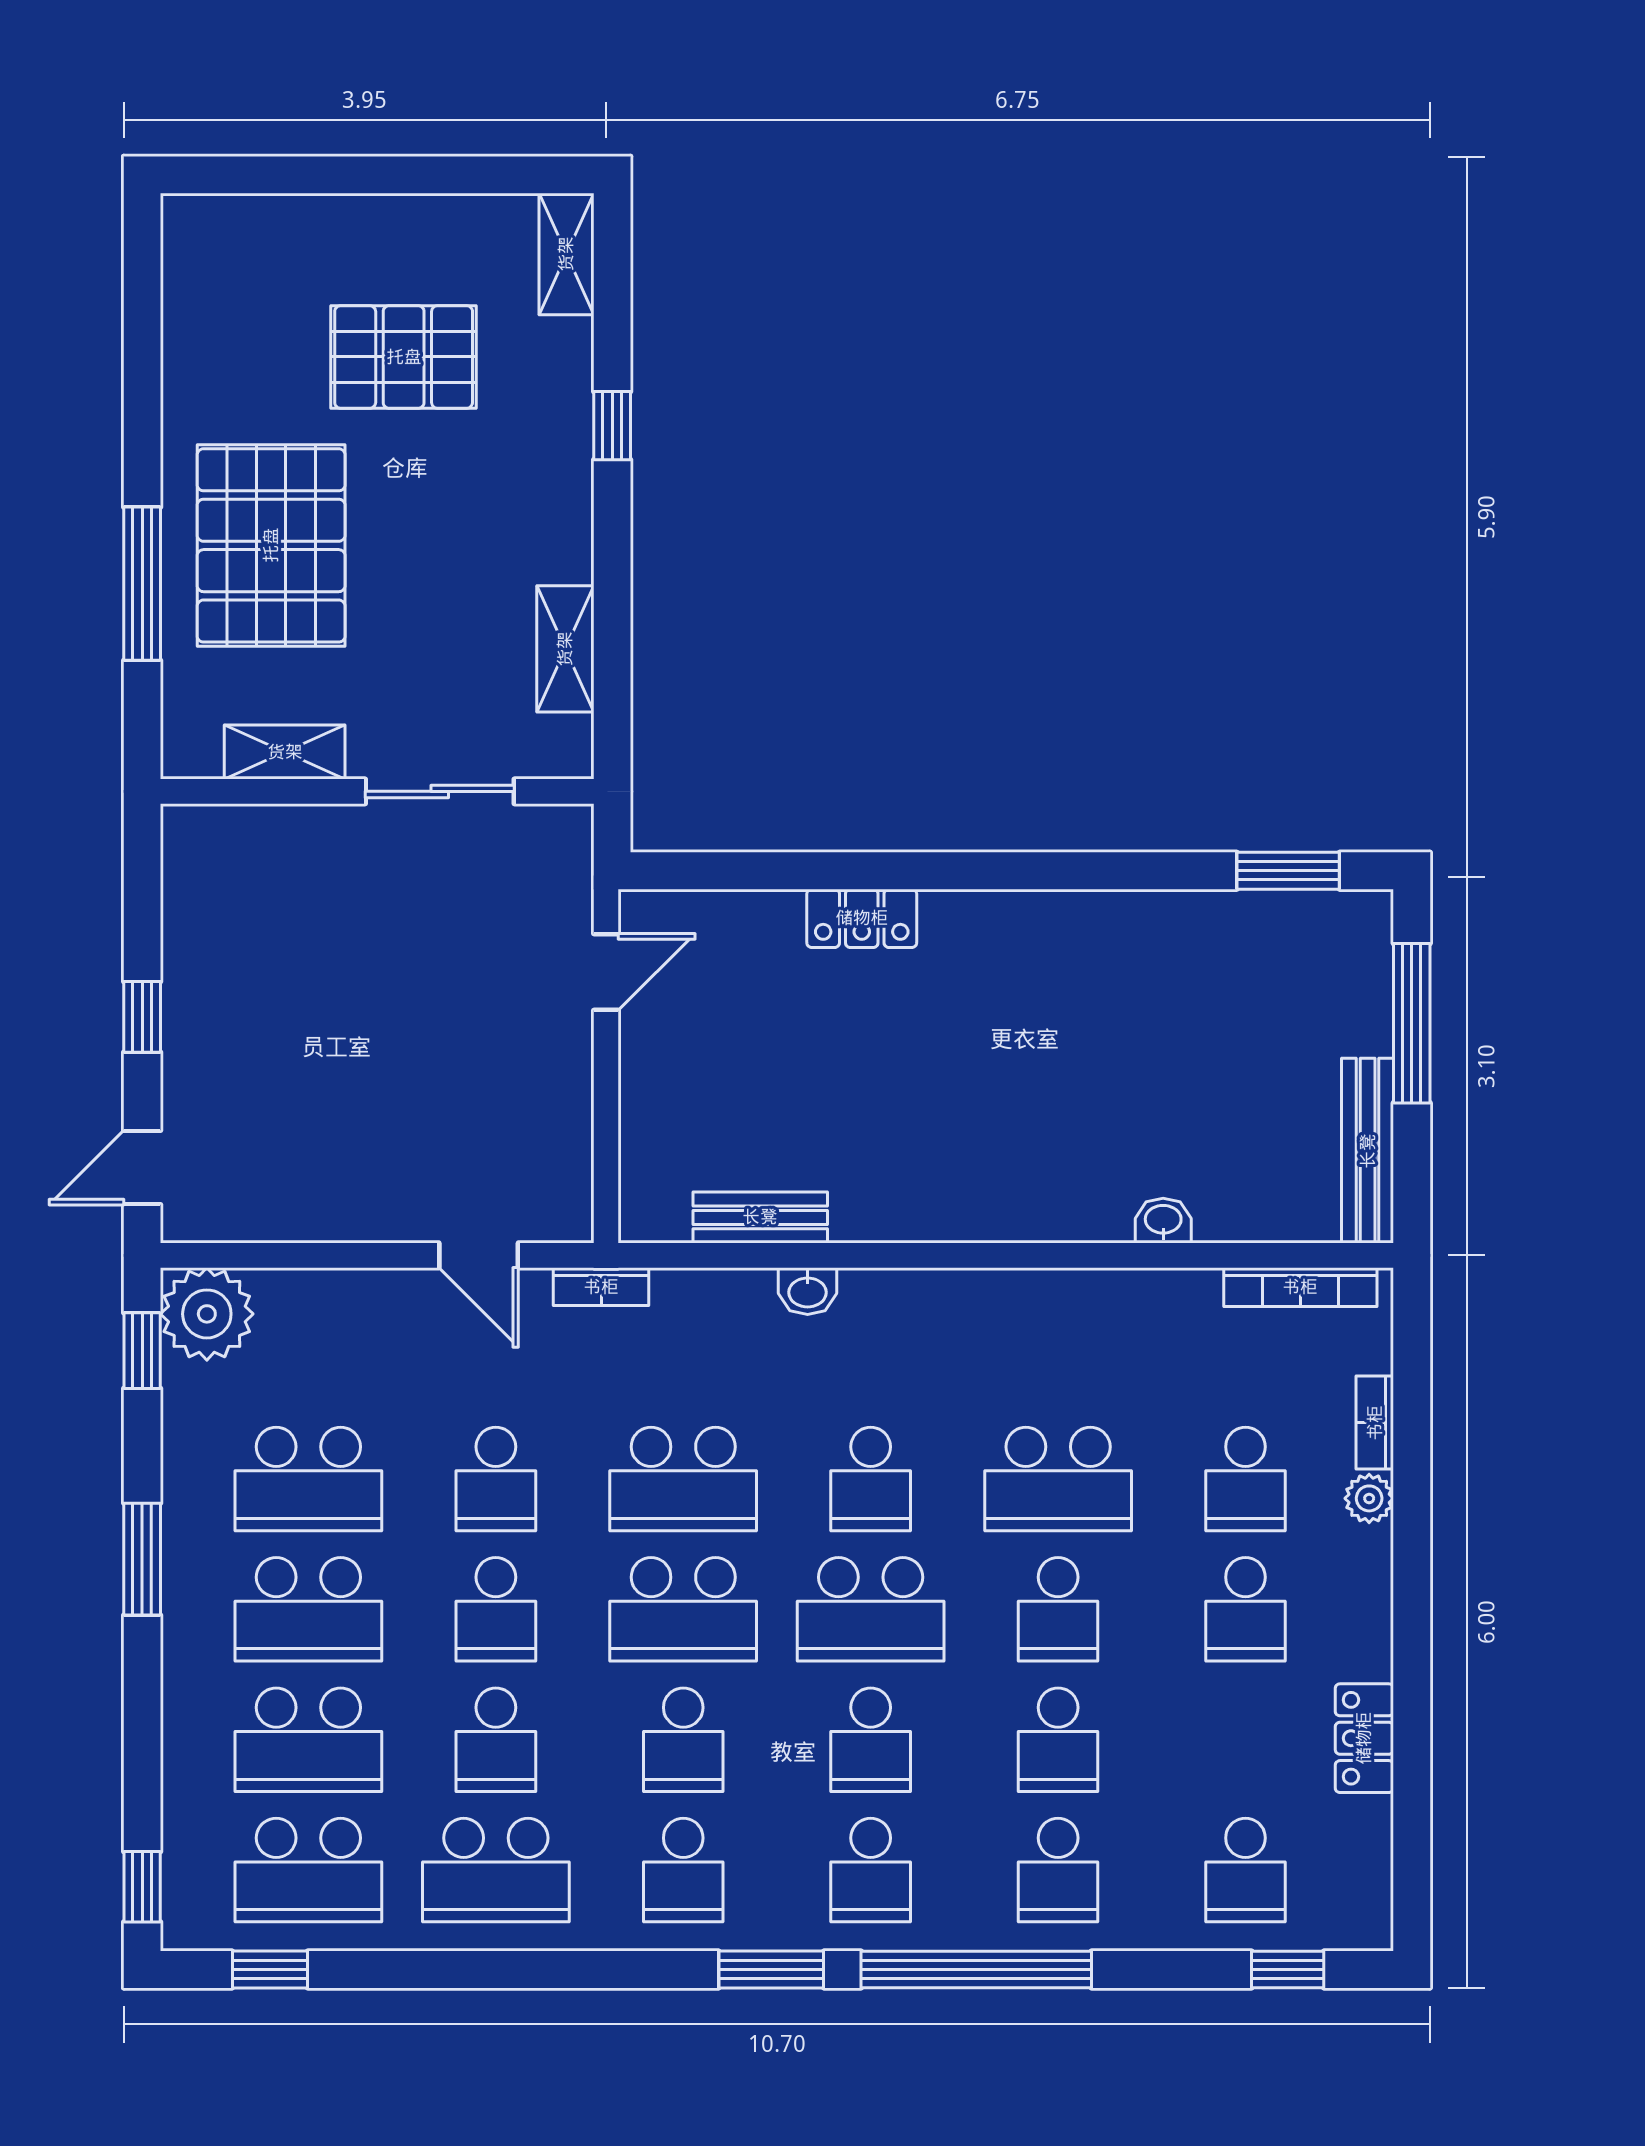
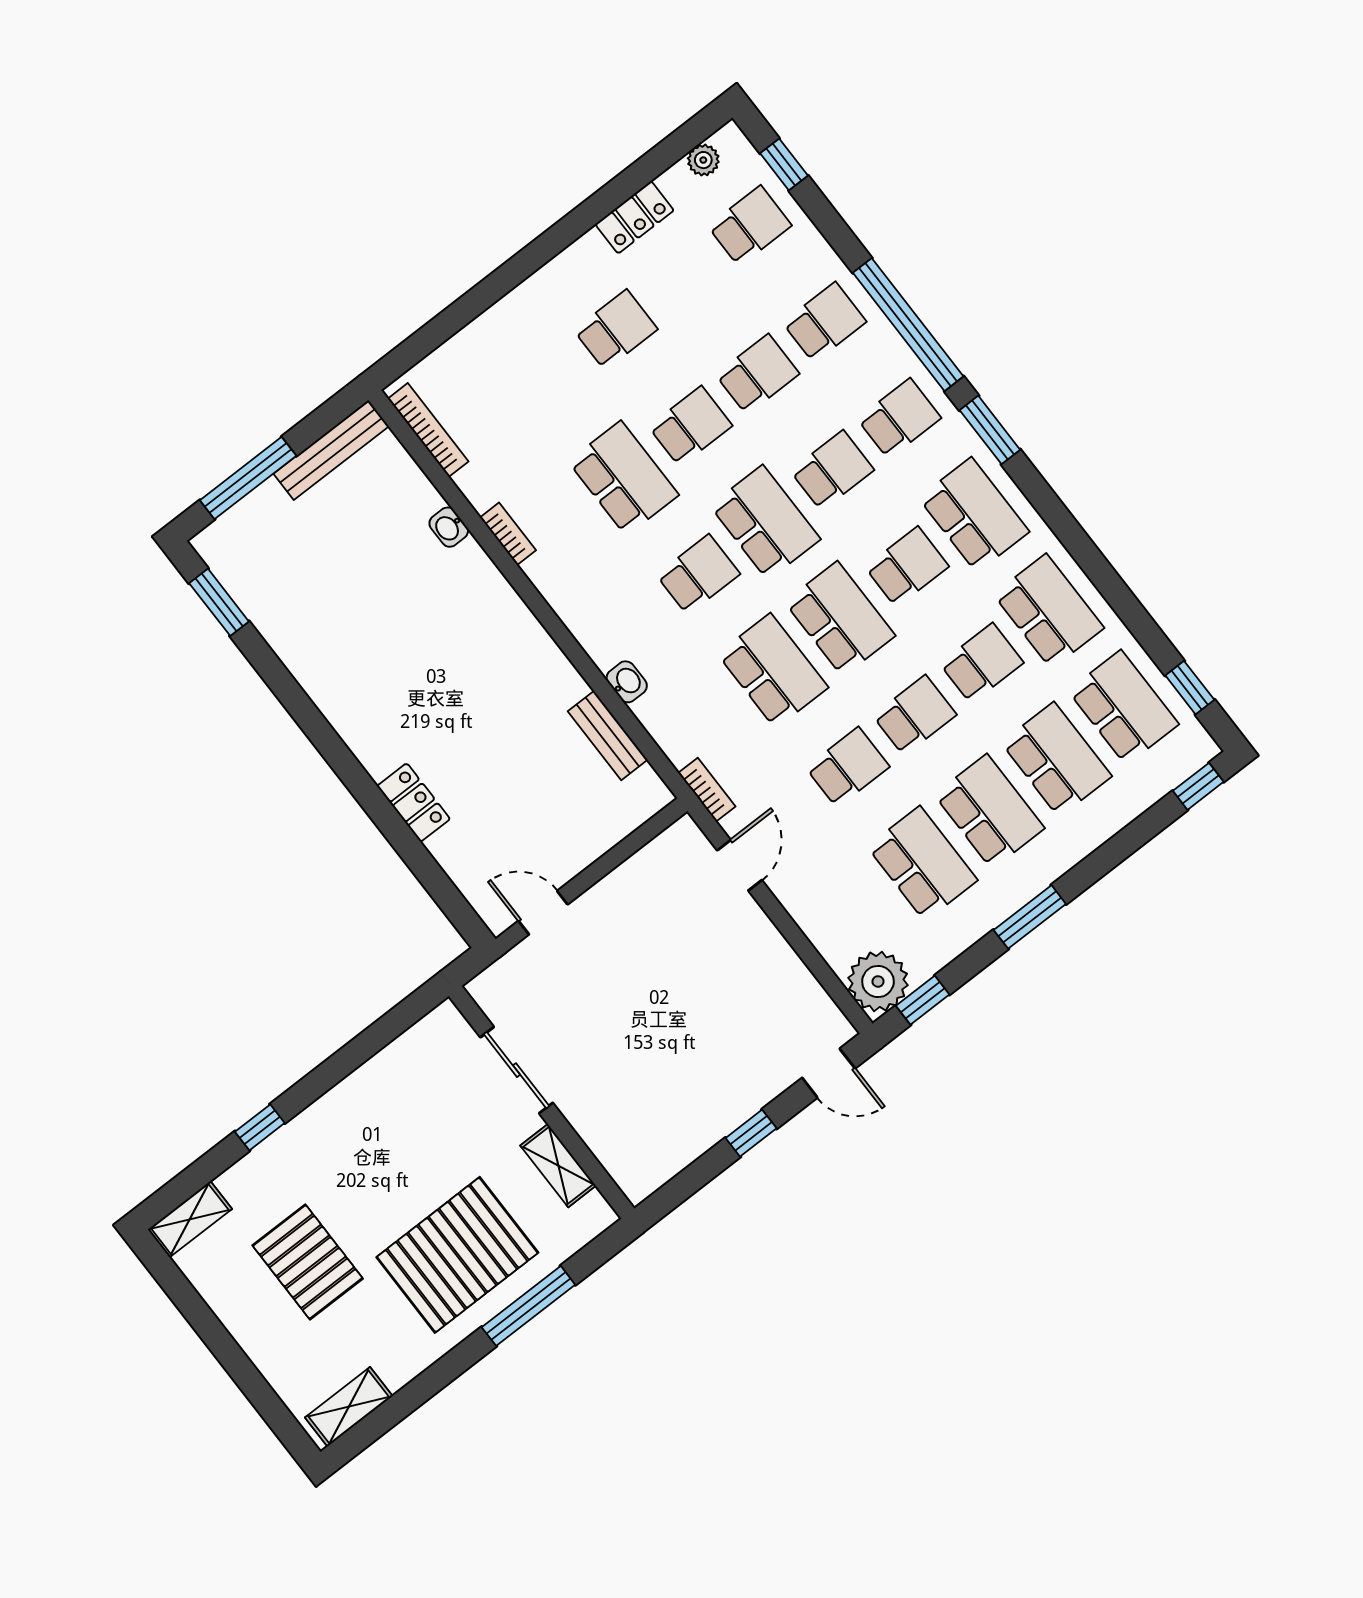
shelving: (565, 649) -> (349, 1407), moved
bookcase: (1375, 1423) -> (508, 534), moved, turned -90
school desk: (1245, 1479) -> (549, 382), removed
plant: (1369, 1498) -> (703, 160), moved
school desk: (683, 1870) -> (974, 515), width x1.85

